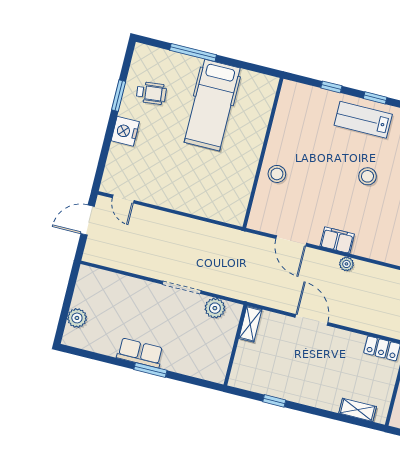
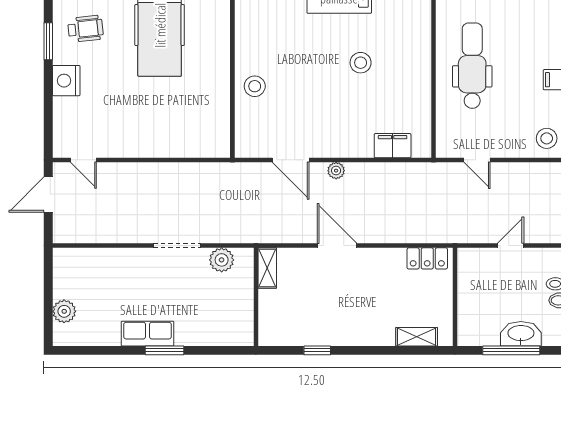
filing cabinet: (337, 240) -> (393, 146), moved
plant: (346, 264) -> (336, 171), moved

